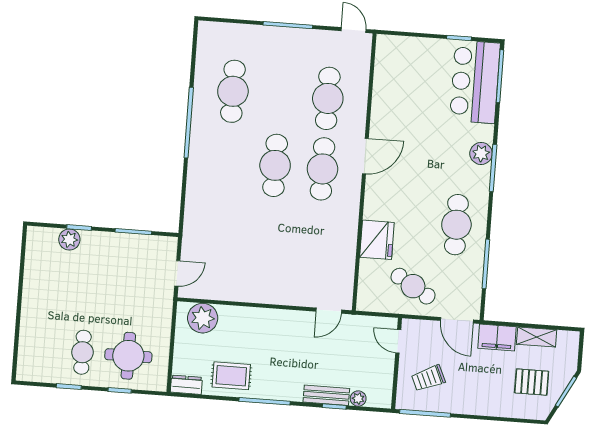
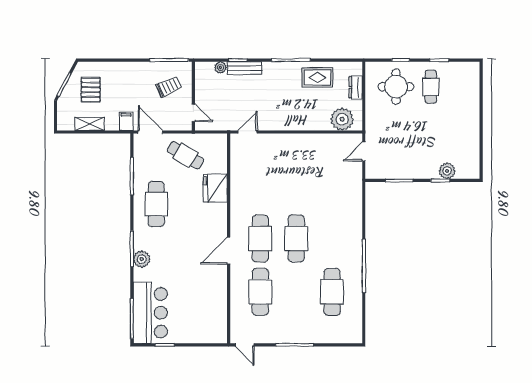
filing cabinet: (497, 337) -> (126, 121), width x0.50
pallet: (532, 382) -> (91, 90), turned 90
dresser: (186, 385) -> (356, 87), moved, turned 90

